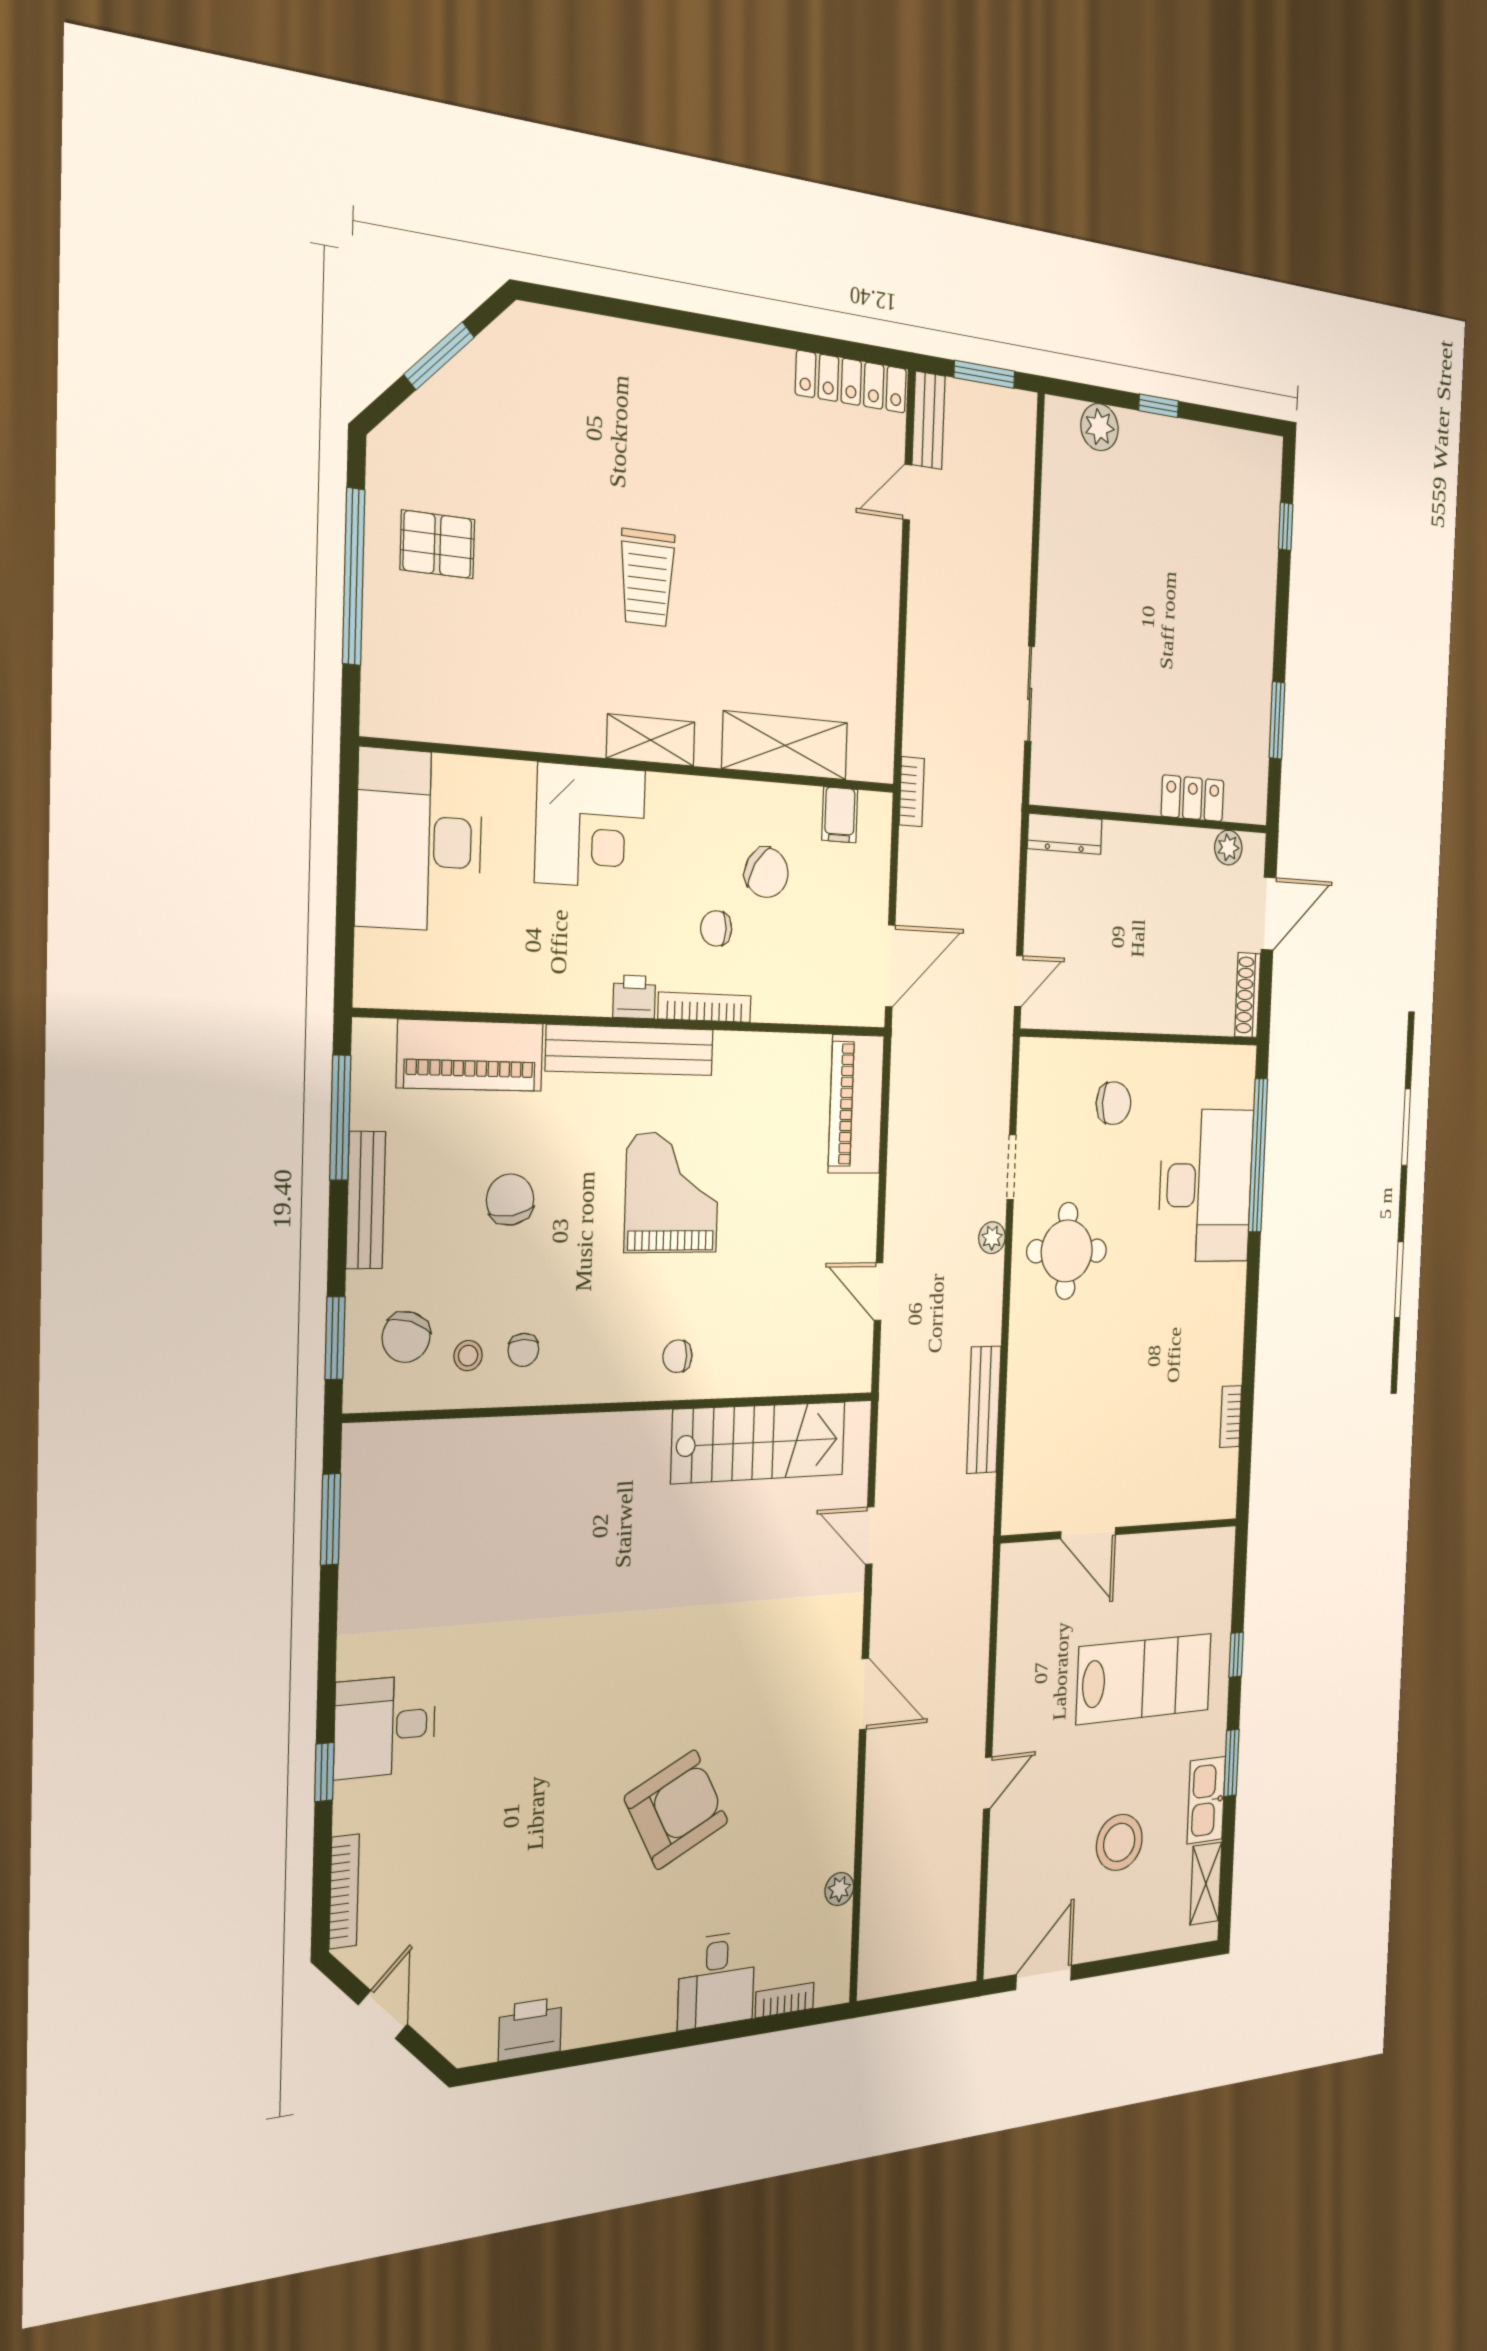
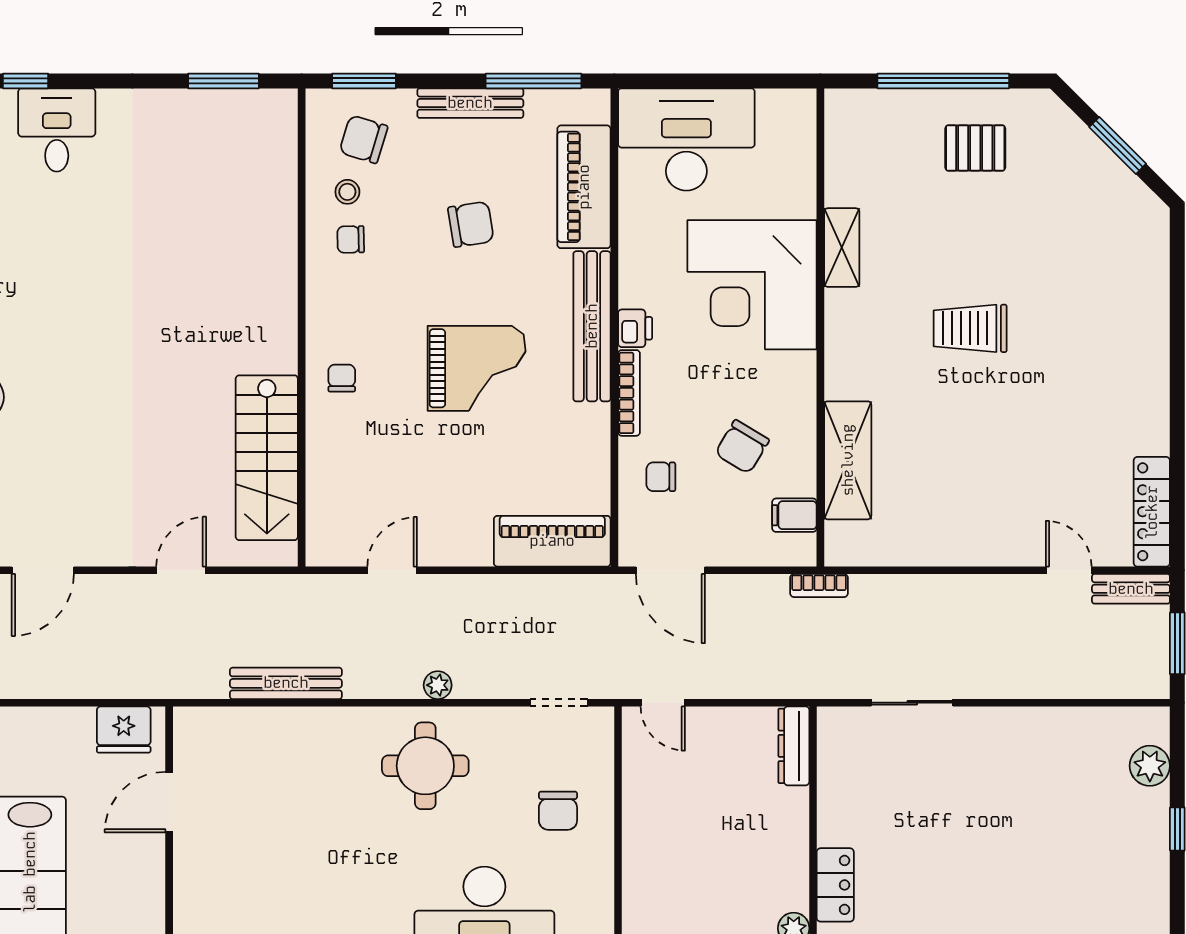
pallet: (437, 544) -> (975, 148), turned 90
shelving: (651, 740) -> (842, 248), moved
corner desk: (590, 826) -> (752, 285), width x1.36, depth x1.36
desk: (419, 841) -> (686, 139), moved
chair: (716, 928) -> (661, 477), moved, turned -90
doorway: (1011, 1167) -> (559, 703), moved
fridge: (1020, 1589) -> (124, 730), added

